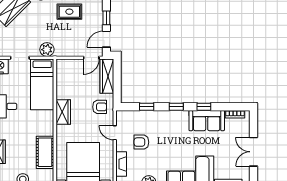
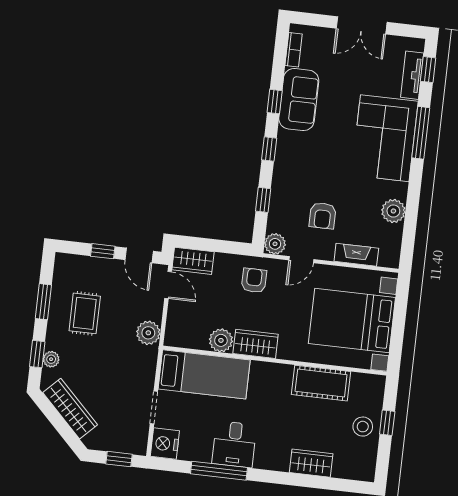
plant: (47, 50) -> (148, 333), moved
wardrobe: (107, 76) -> (193, 261), width x0.67
plant: (63, 92) -> (221, 340), added
plant: (122, 117) -> (275, 244), added

